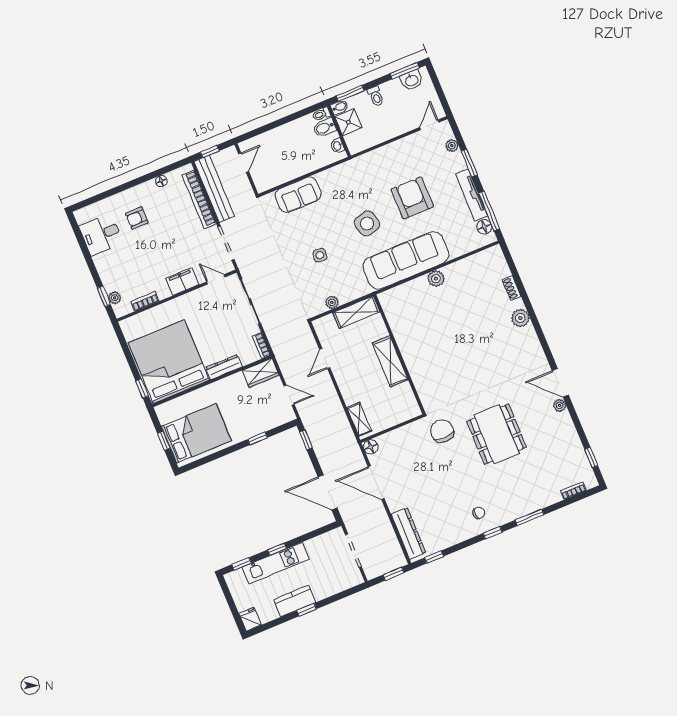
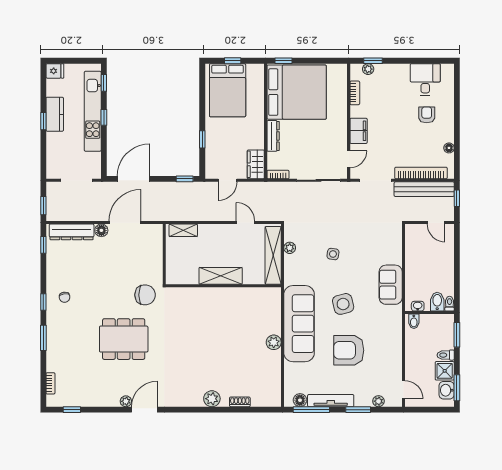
bidet: (340, 107) -> (414, 321), moved
shower: (348, 122) -> (445, 371), moved
sofa: (298, 195) -> (391, 285), moved
armchair: (412, 198) -> (349, 350), turned 180
shelving: (356, 312) -> (273, 255), width x1.47
floor lamp: (371, 447) -> (101, 230), moved
kitchen unit: (275, 563) -> (93, 111), width x1.36

